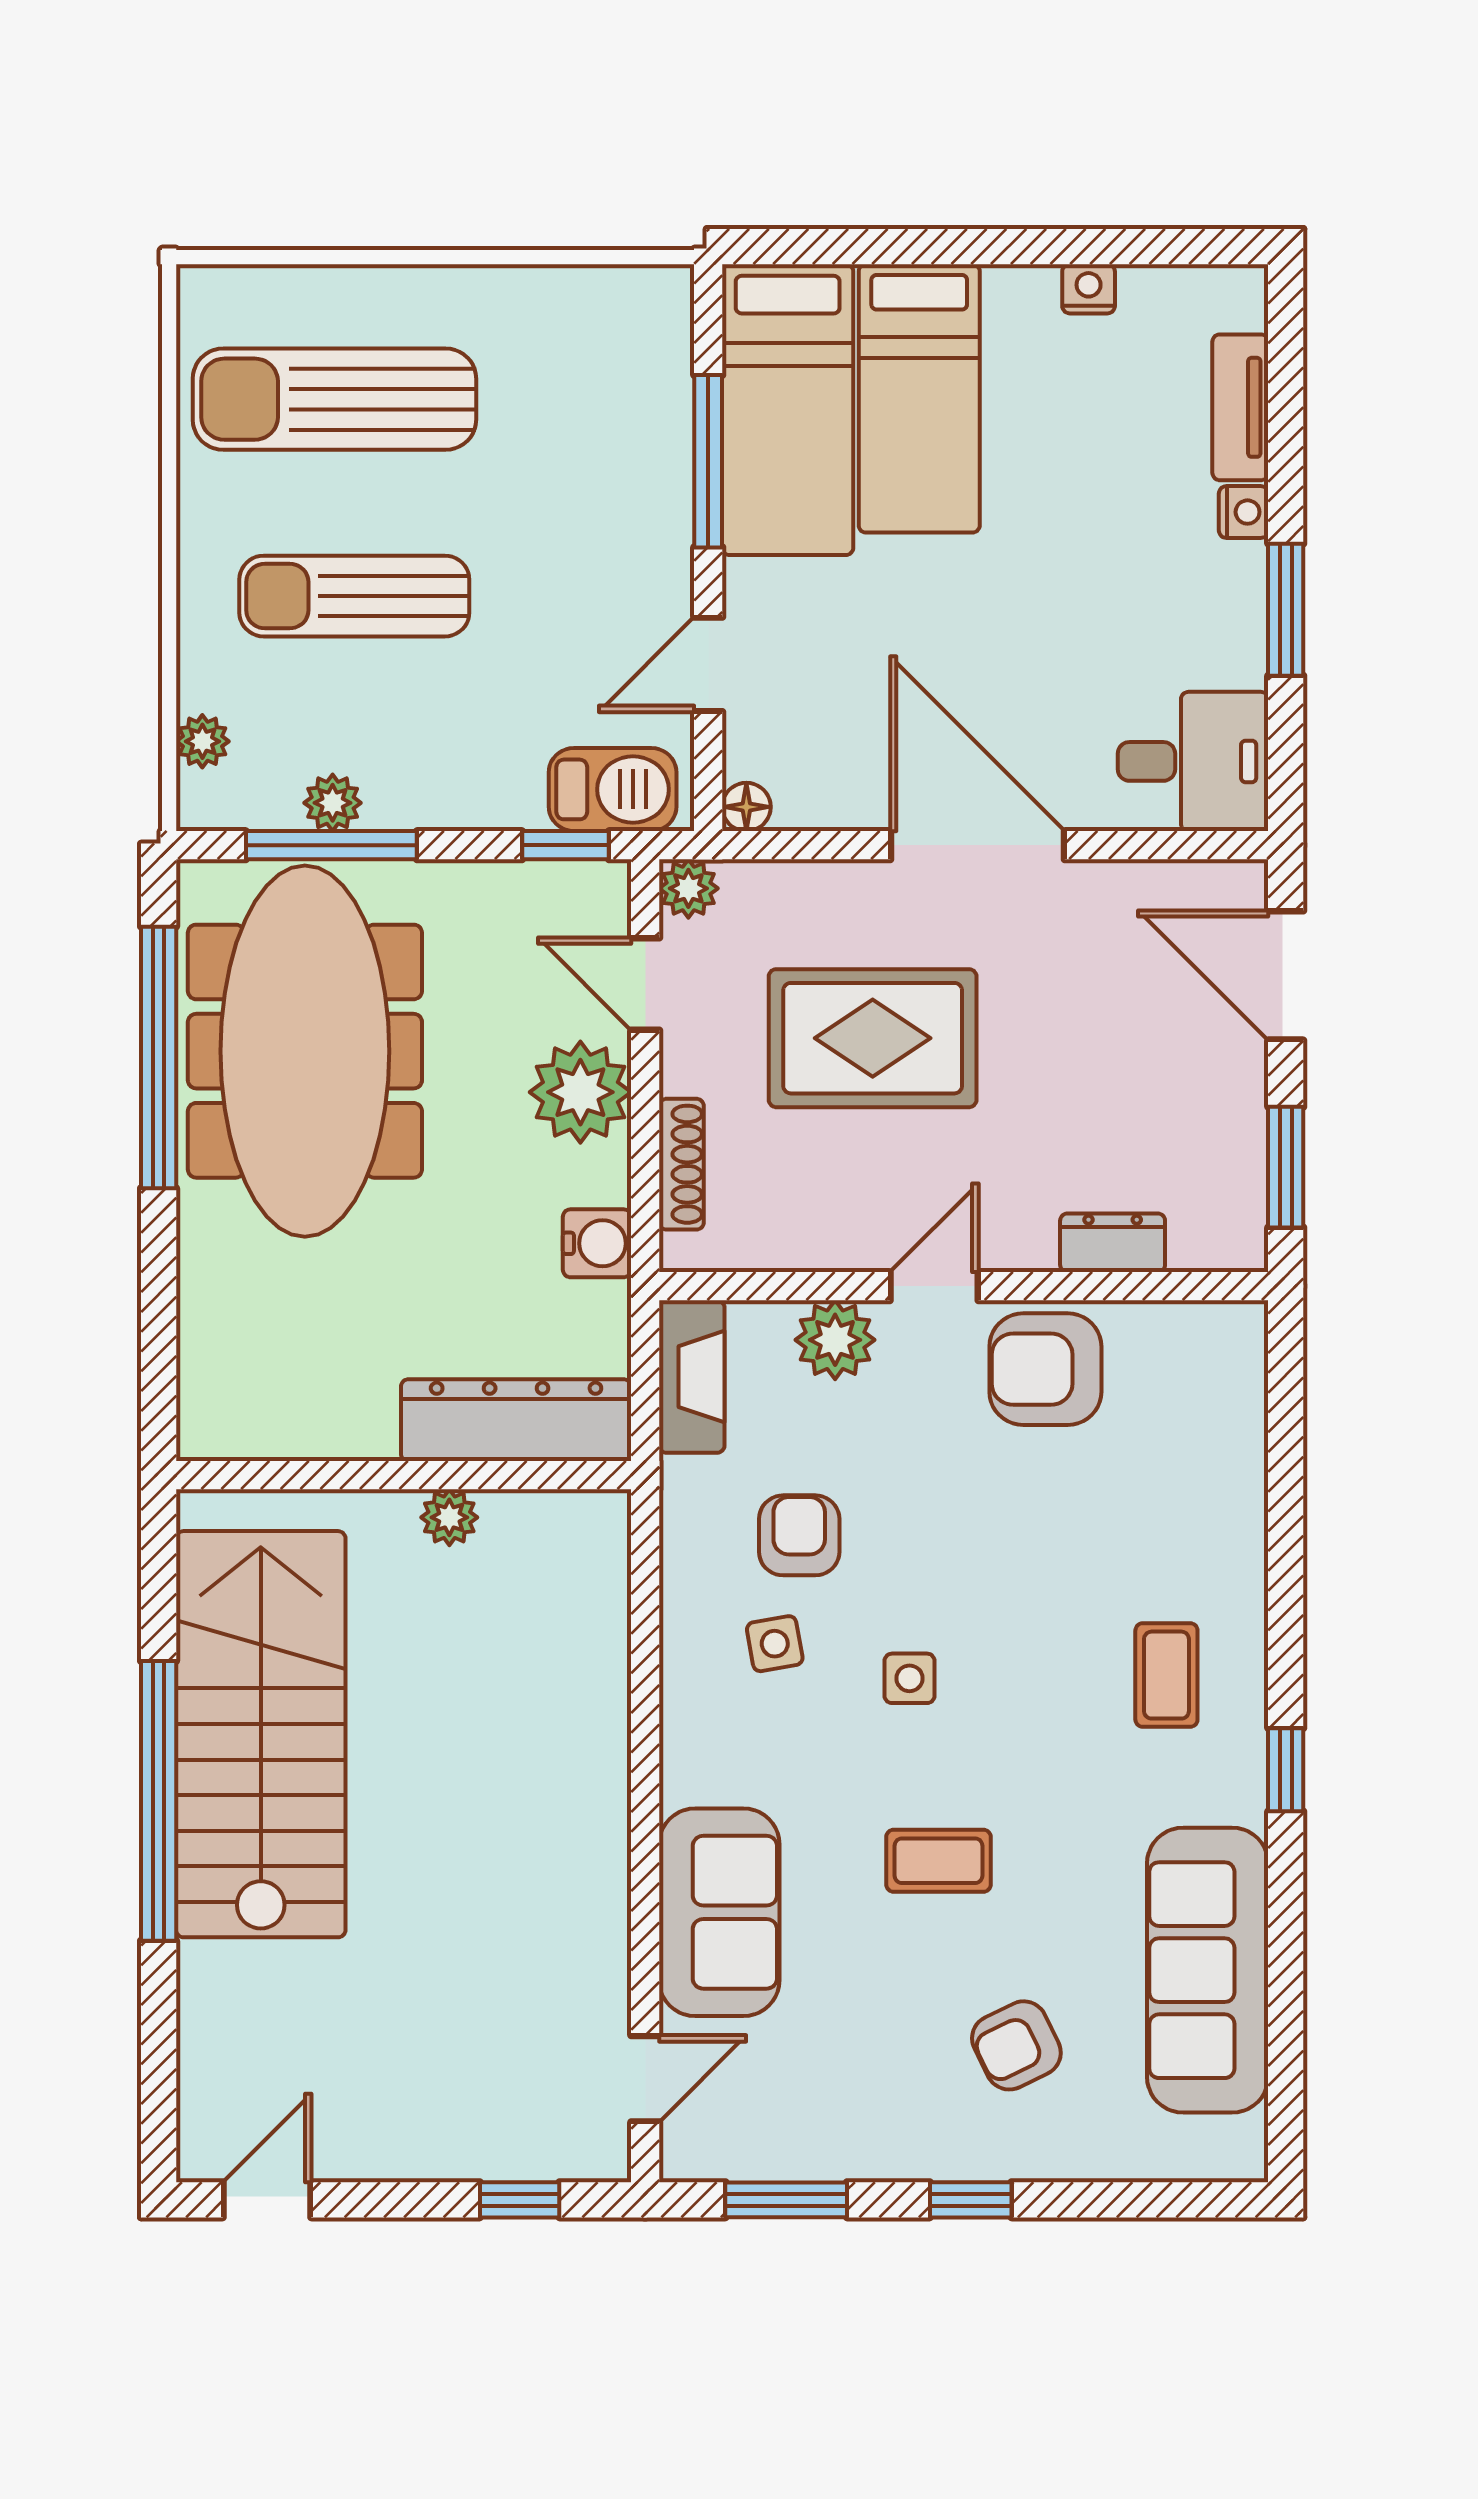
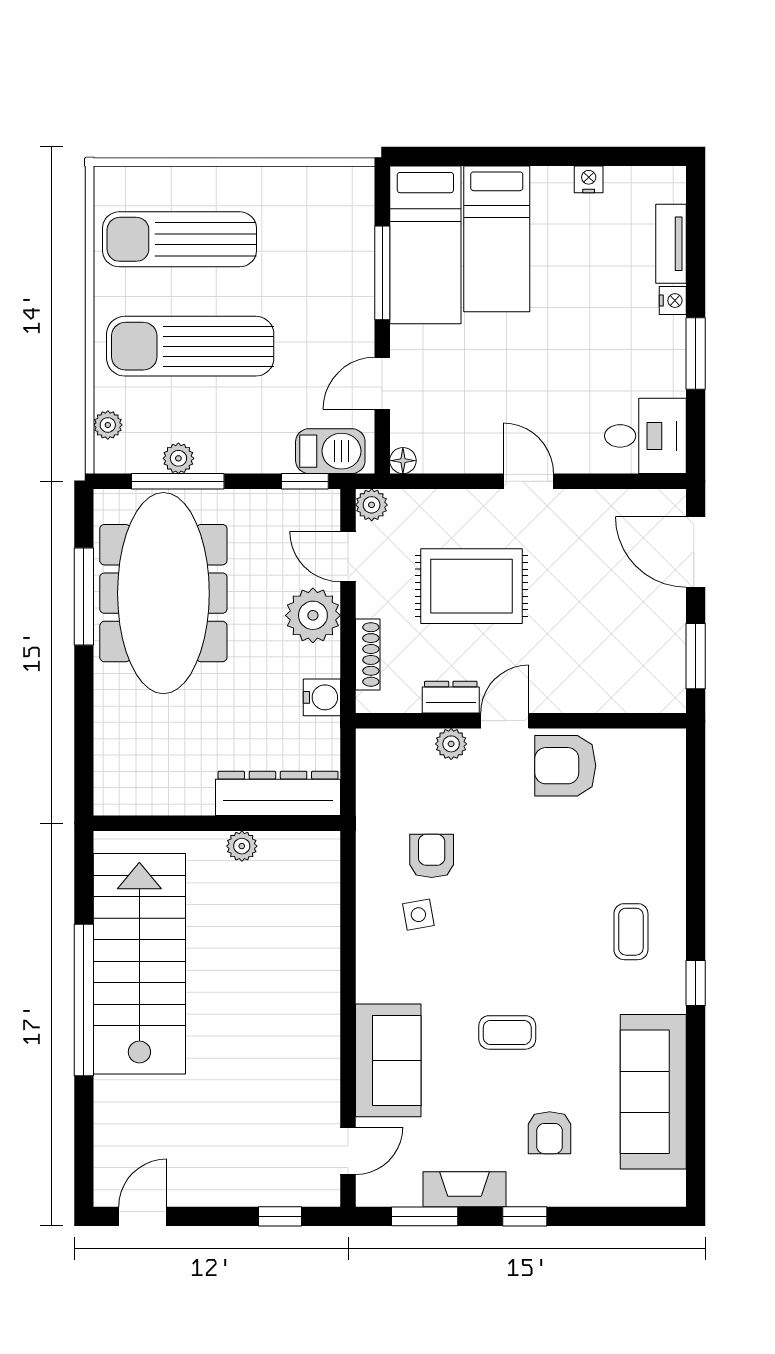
sun lounger: (354, 596) -> (190, 346), width x1.36, depth x1.34
door: (978, 845) -> (528, 481), width x0.53
window: (159, 1057) -> (84, 597), width x0.68
dresser: (1113, 1243) -> (451, 697), moved
plant: (835, 1340) -> (451, 744), width x0.73, depth x0.73
fireplace: (692, 1377) -> (465, 1189), moved, turned -90
side table: (910, 1678) -> (492, 933), removed
armchair: (1016, 2045) -> (550, 1133), turned -64

